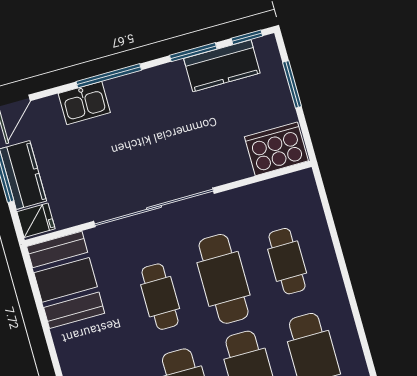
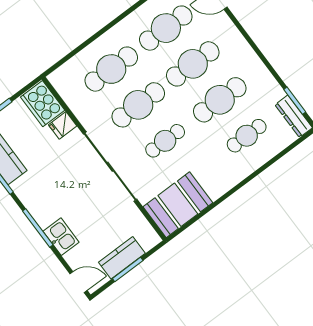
fridge: (36, 220) -> (63, 125), moved, turned -90
cafe table: (287, 261) -> (111, 69), width x1.37, depth x1.35

